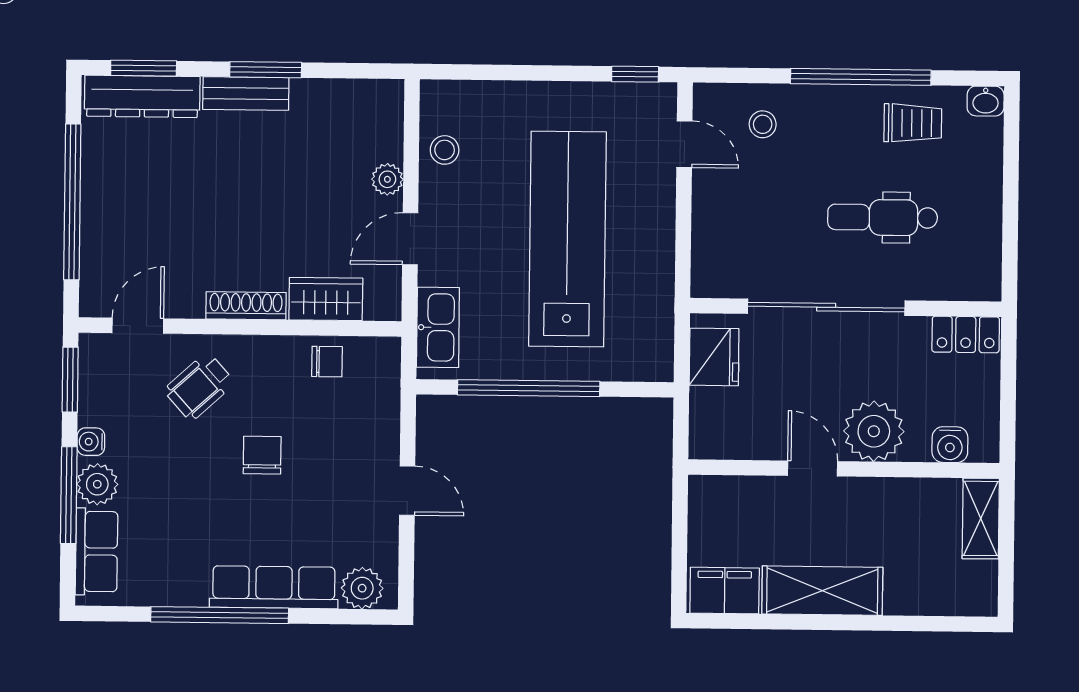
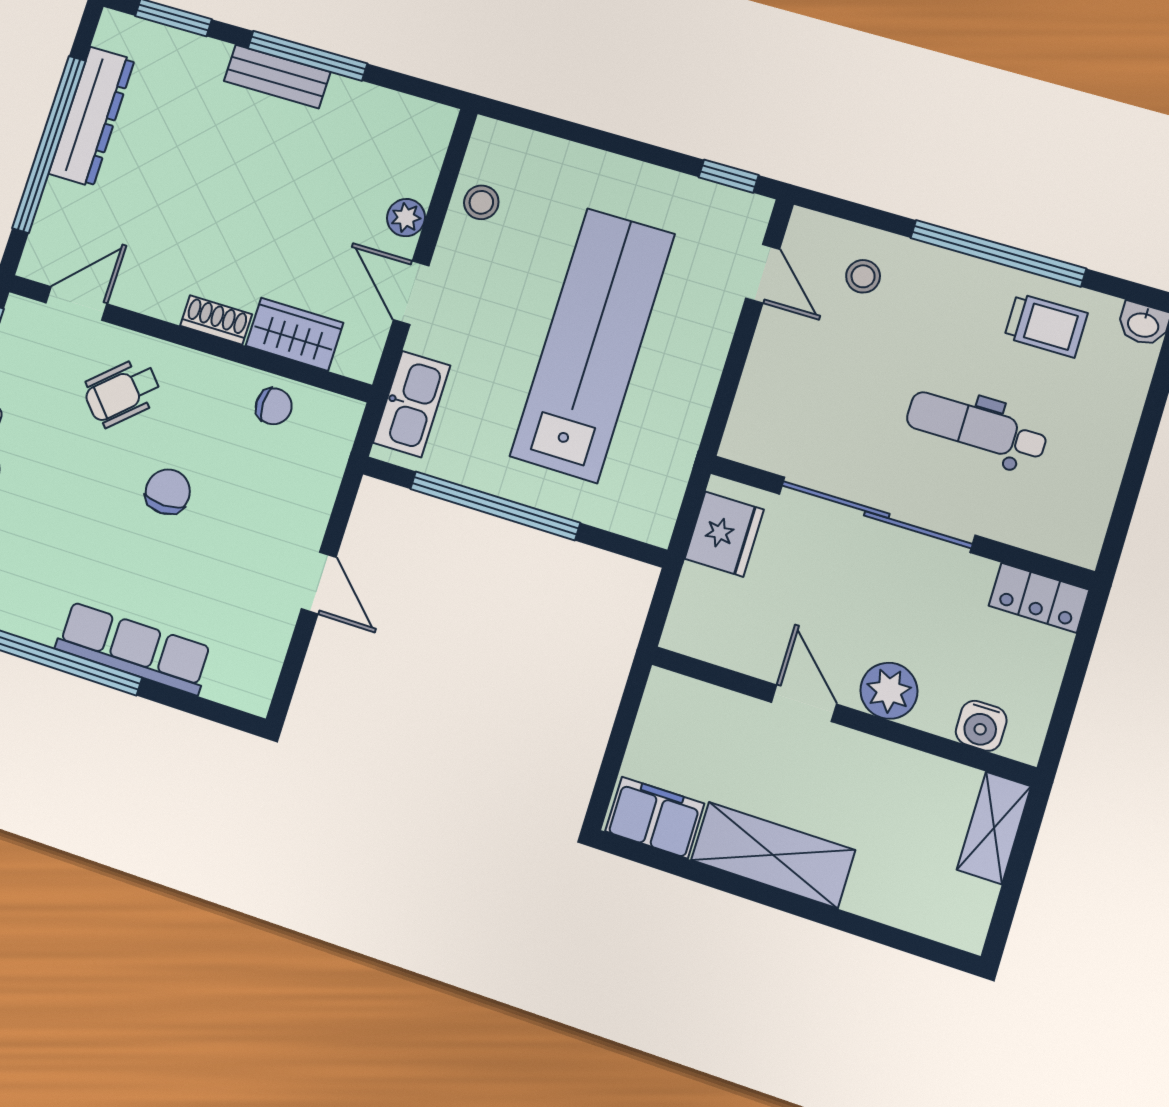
window: (266, 70) -> (307, 56), width x1.44
dresser: (142, 96) -> (92, 117), moved, turned -90
door: (410, 239) -> (411, 293), hinge flipped
shoe rack: (246, 306) -> (216, 320), width x0.70
plant: (874, 431) -> (889, 691), width x0.73, depth x0.73
plant: (362, 588) -> (233, 681), removed

